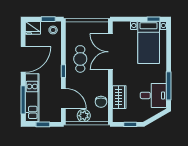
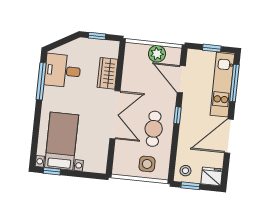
side table: (82, 32) -> (147, 164), added
double door: (110, 52) -> (115, 115), moved
chair: (101, 102) -> (132, 70), removed

